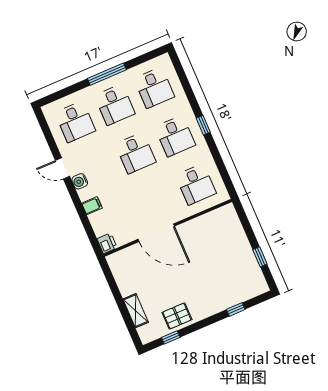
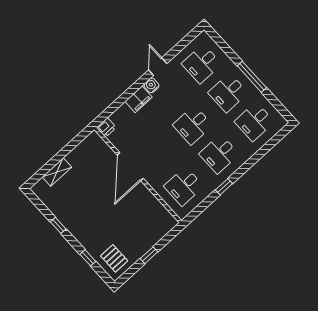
window: (203, 125) -> (224, 187), moved
filing cabinet: (92, 206) -> (139, 99), width x2.00
window: (260, 257) -> (149, 255), moved
pallet: (177, 316) -> (114, 258), moved
window: (171, 337) -> (58, 225), moved

